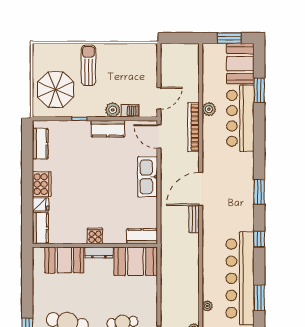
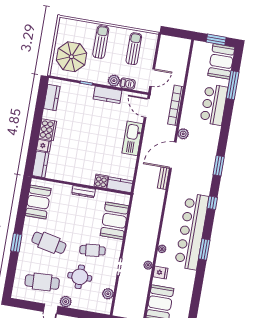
sun lounger: (130, 67) -> (134, 49), added
window: (259, 90) -> (233, 85), width x1.44
plant: (209, 109) -> (183, 134), moved
bar counter: (240, 118) -> (214, 105), width x0.73
cooker: (95, 236) -> (101, 181), moved
booth: (64, 260) -> (38, 202), moved, turned 90
booth: (135, 261) -> (114, 221), moved, turned 90

